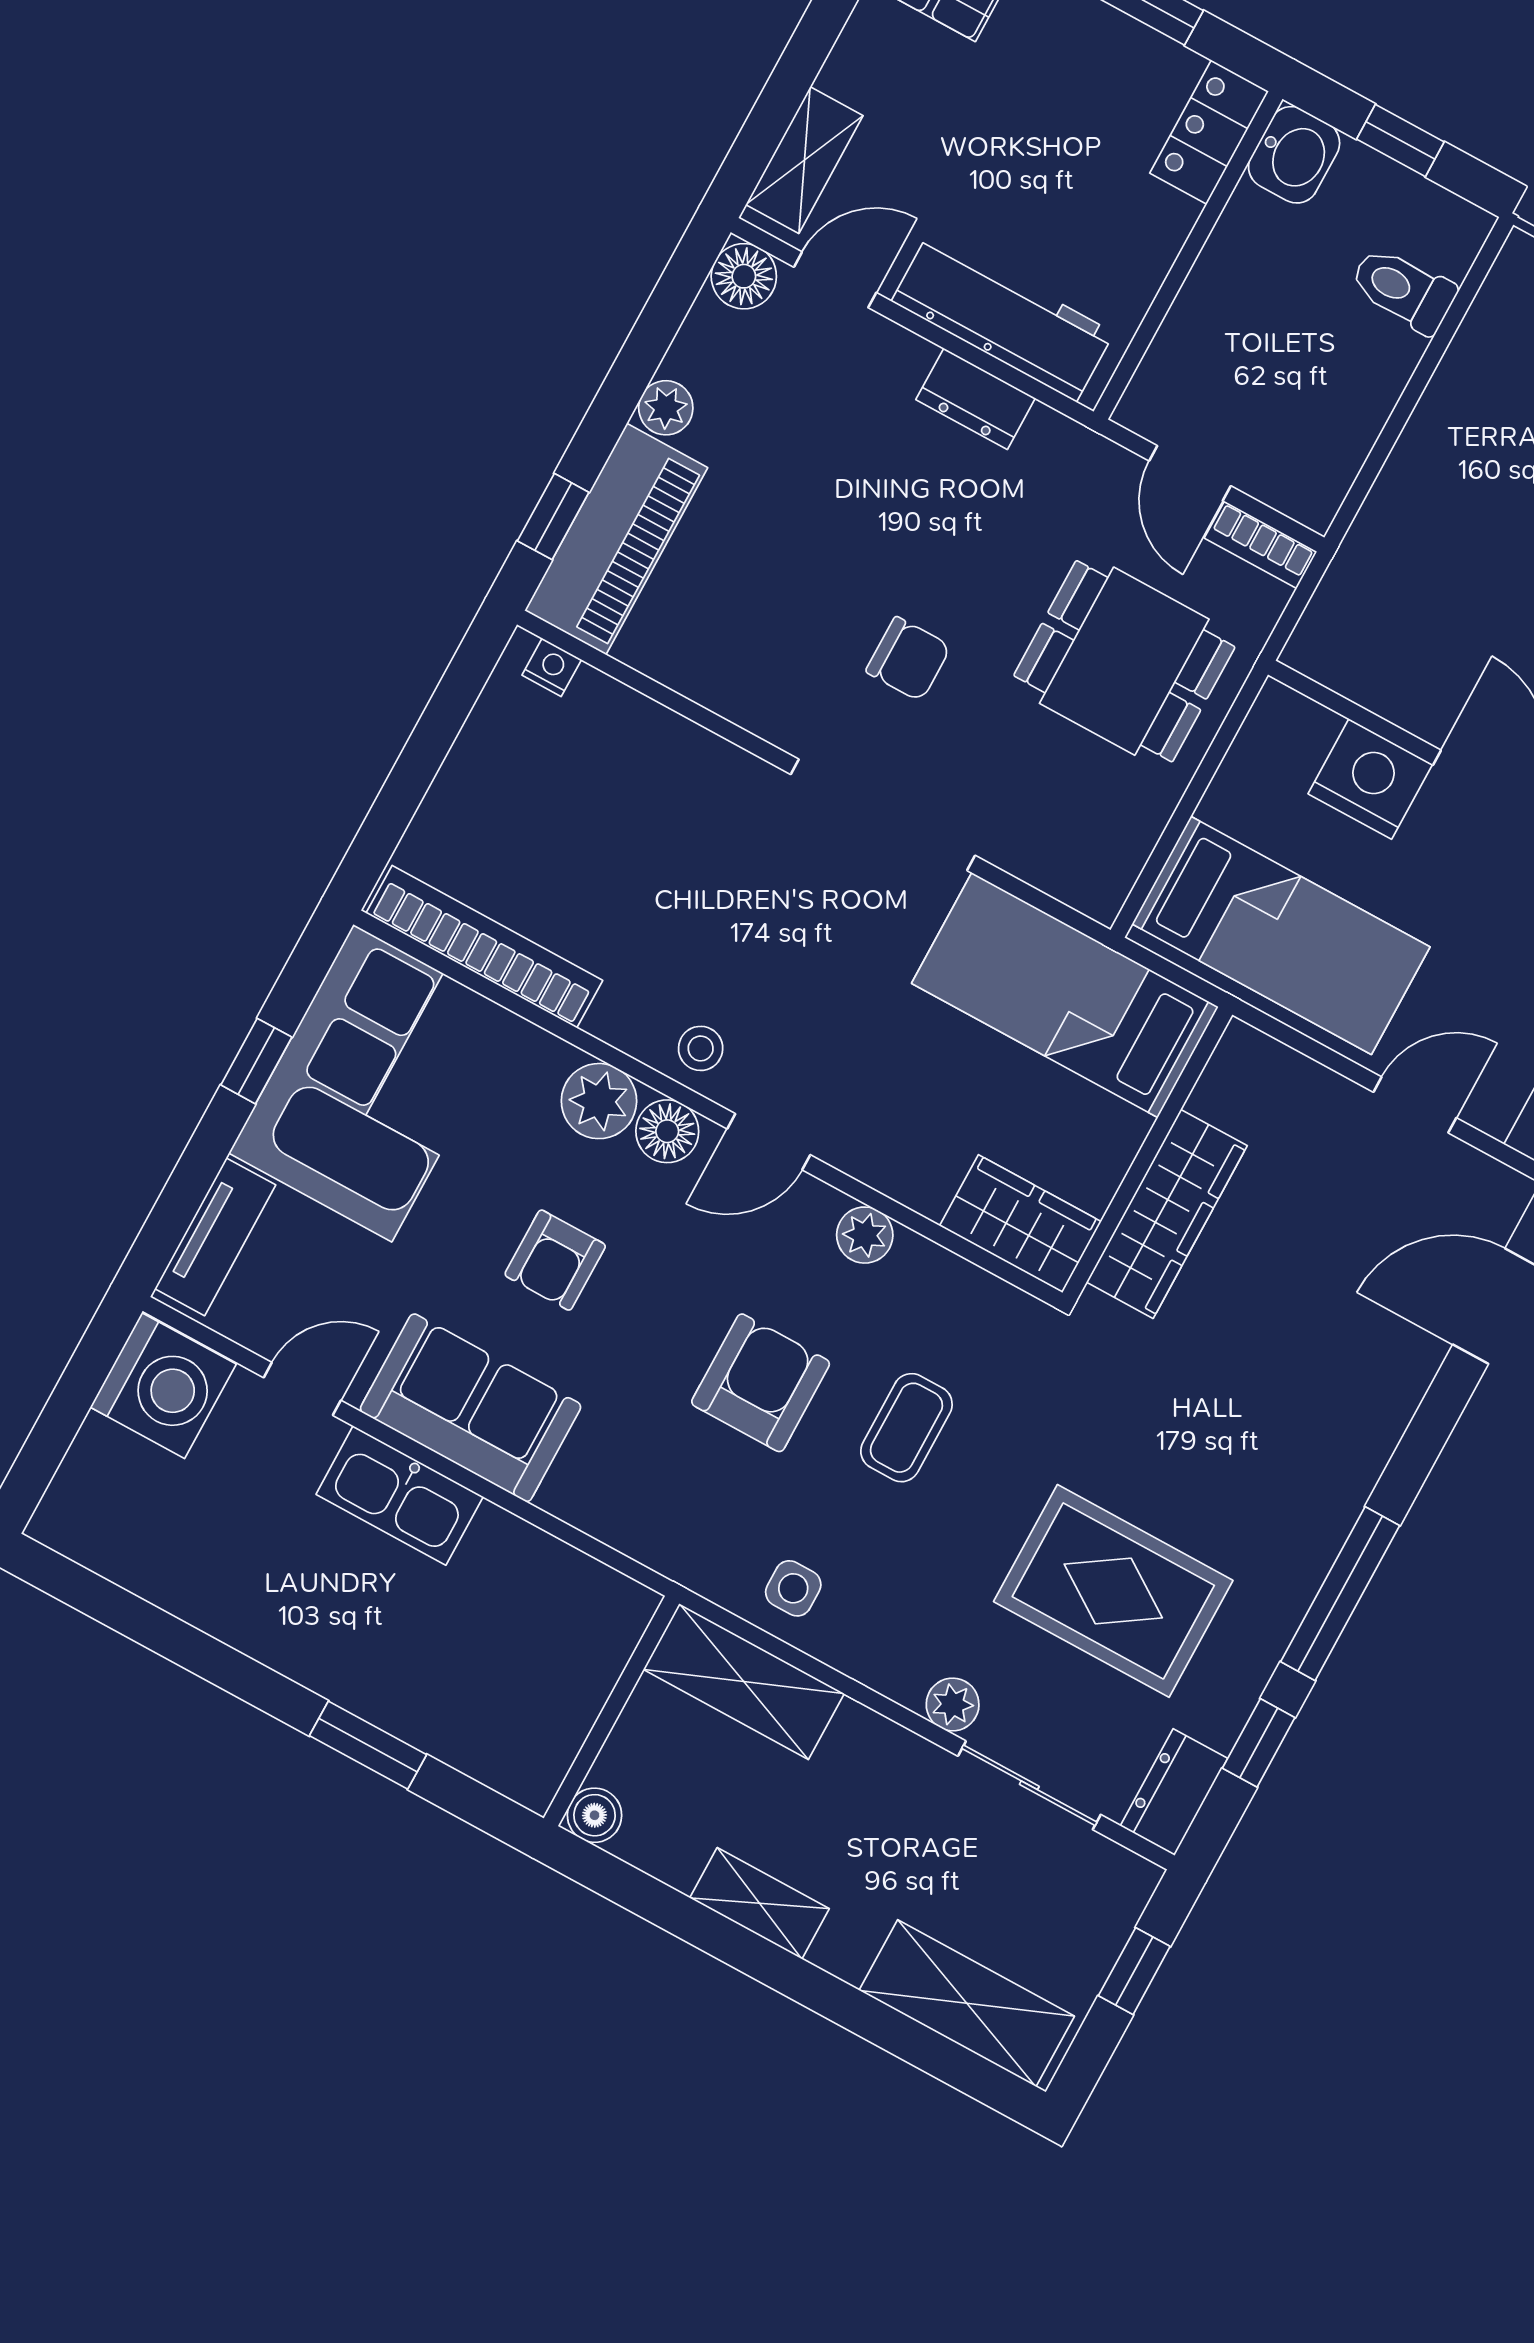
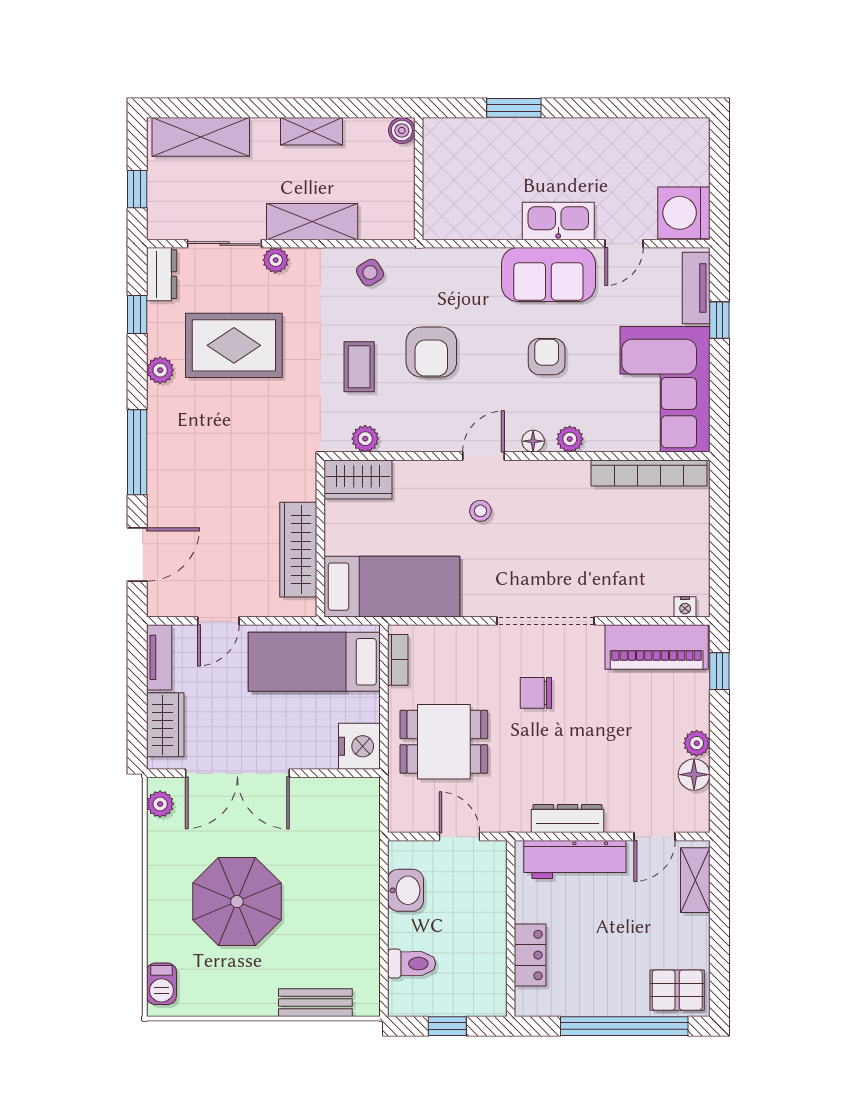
locker: (1209, 132) -> (530, 955), moved
washbasin: (1294, 155) -> (405, 890), moved, turned 180
floor lamp: (744, 276) -> (694, 775), moved
dresser: (976, 399) -> (568, 819), width x1.44
piano: (616, 539) -> (657, 647), moved, turned -90
bookcase: (1261, 545) -> (398, 660), moved, turned 90
nightstand: (1370, 779) -> (359, 746), moved, turned -90
doorway: (883, 815) -> (546, 621), moved
stool: (701, 1048) -> (480, 511), moved
window: (256, 1061) -> (719, 320), moved
plant: (599, 1101) -> (570, 439), width x0.73, depth x0.73
floor lamp: (667, 1131) -> (533, 441), width x0.73, depth x0.73
wardrobe: (1167, 1214) -> (298, 550), moved
plant: (865, 1235) -> (365, 439), moved
side table: (793, 1588) -> (370, 273), turned -31
window: (1340, 1594) -> (137, 452), moved
plant: (1272, 1619) -> (160, 370), added
shelving: (744, 1682) -> (312, 222), moved

